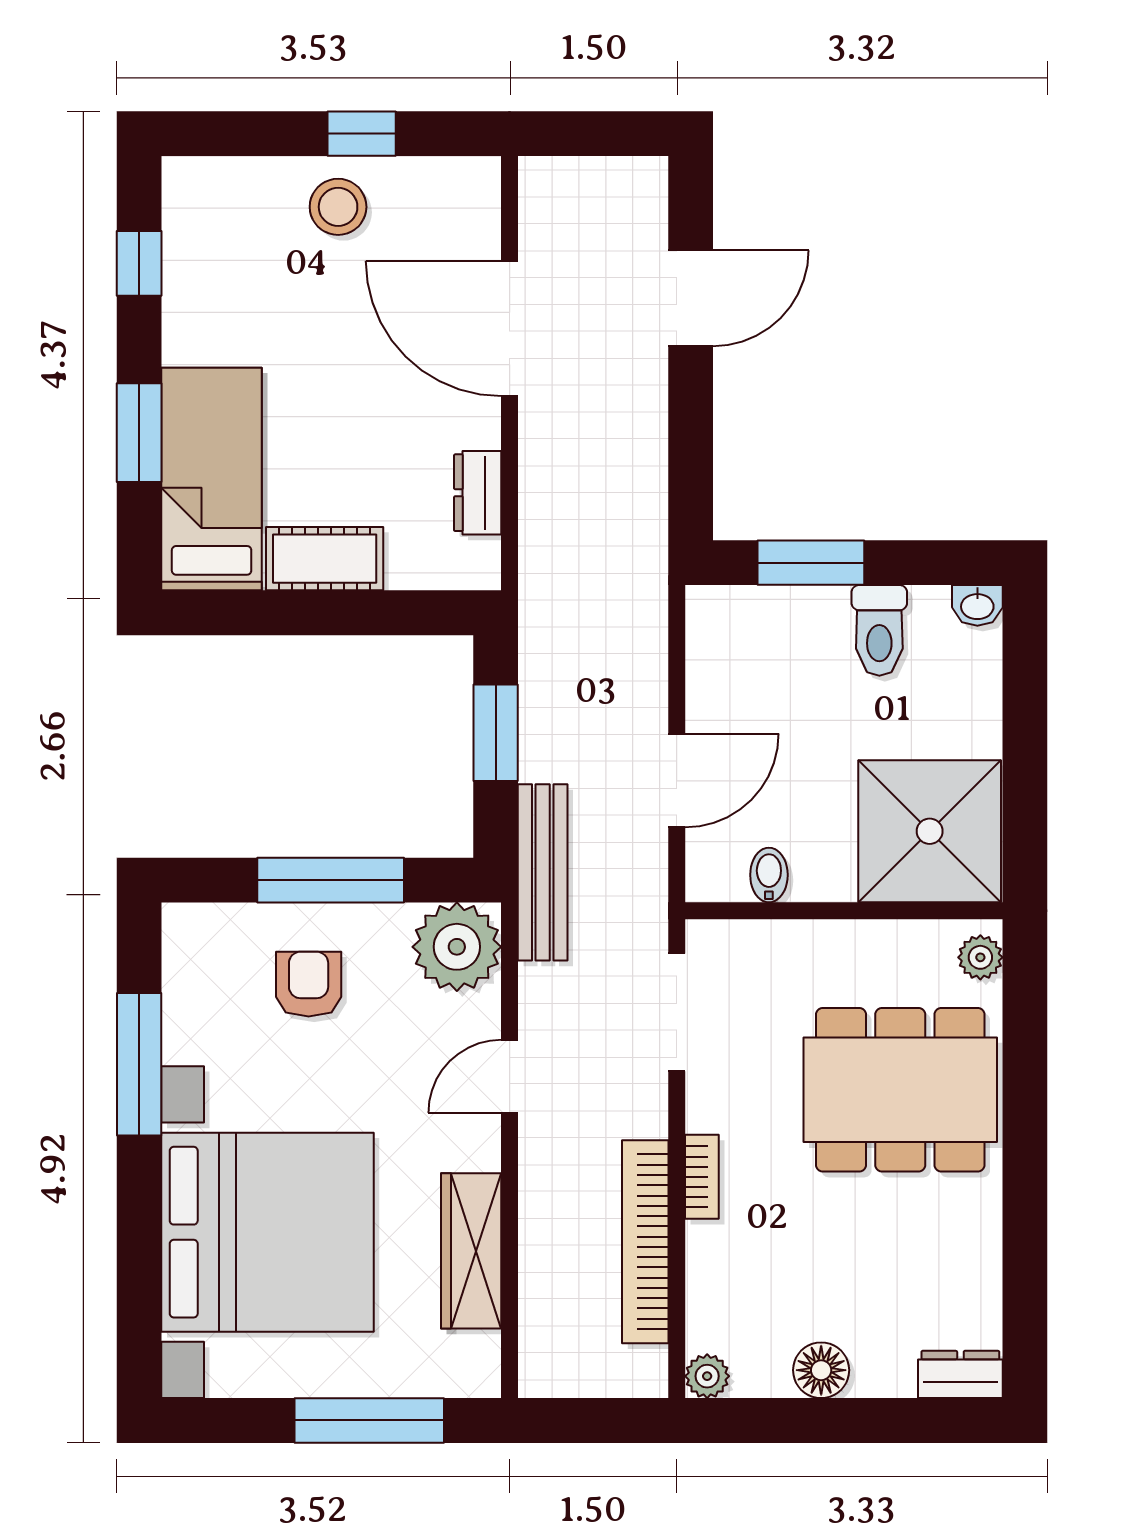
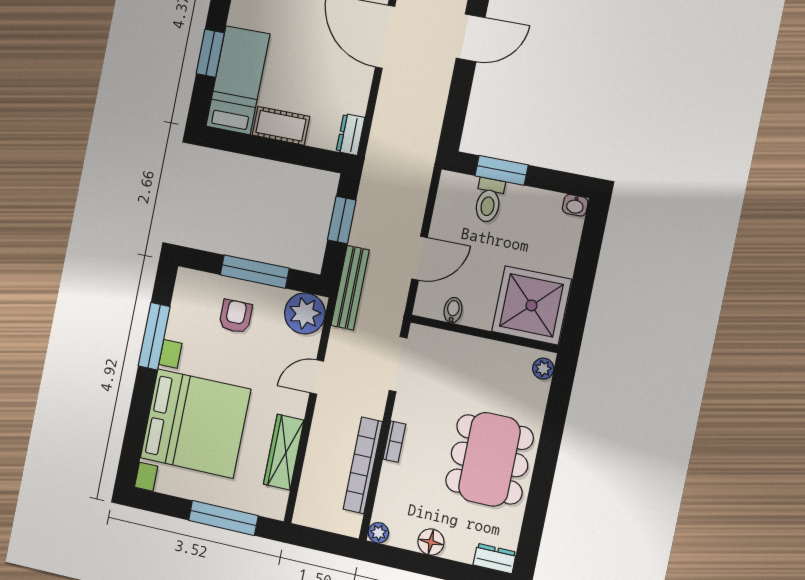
dresser: (478, 493) -> (350, 134), moved
toilet: (879, 630) -> (489, 200), moved
dining table: (900, 1090) -> (489, 459), moved, turned 90

